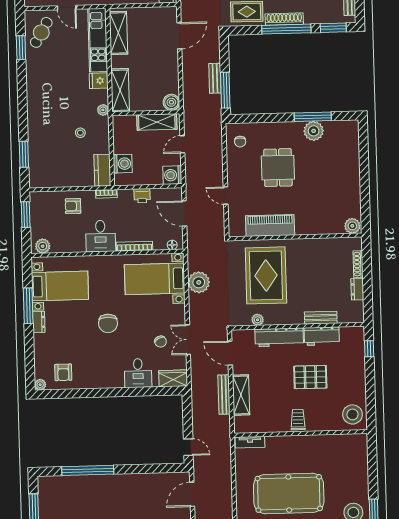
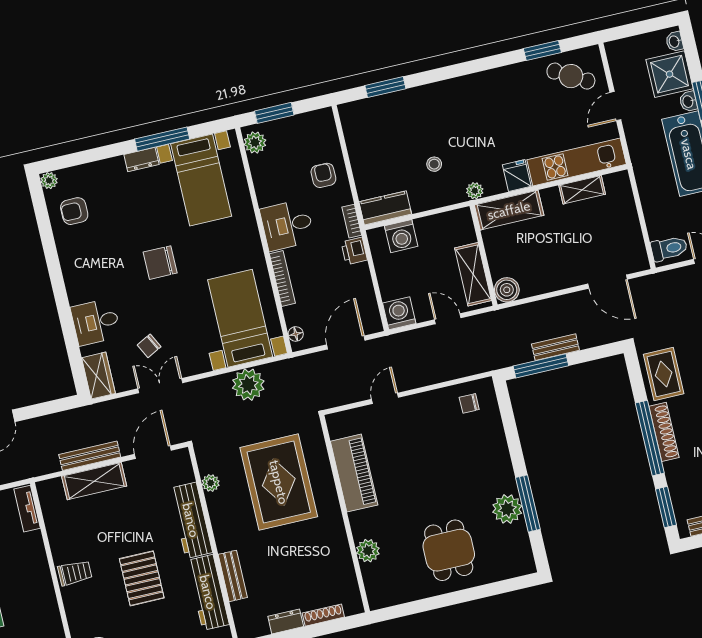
shelving: (118, 33) -> (582, 190), width x0.67, depth x0.75
dining table: (278, 168) -> (449, 550), moved, turned 90
printer: (142, 196) -> (354, 251), moved
window: (26, 215) -> (274, 113), moved
plant: (352, 226) -> (368, 551), moved
rug: (266, 275) -> (279, 482), turned 90
workbench: (322, 336) -> (208, 592), width x1.37

